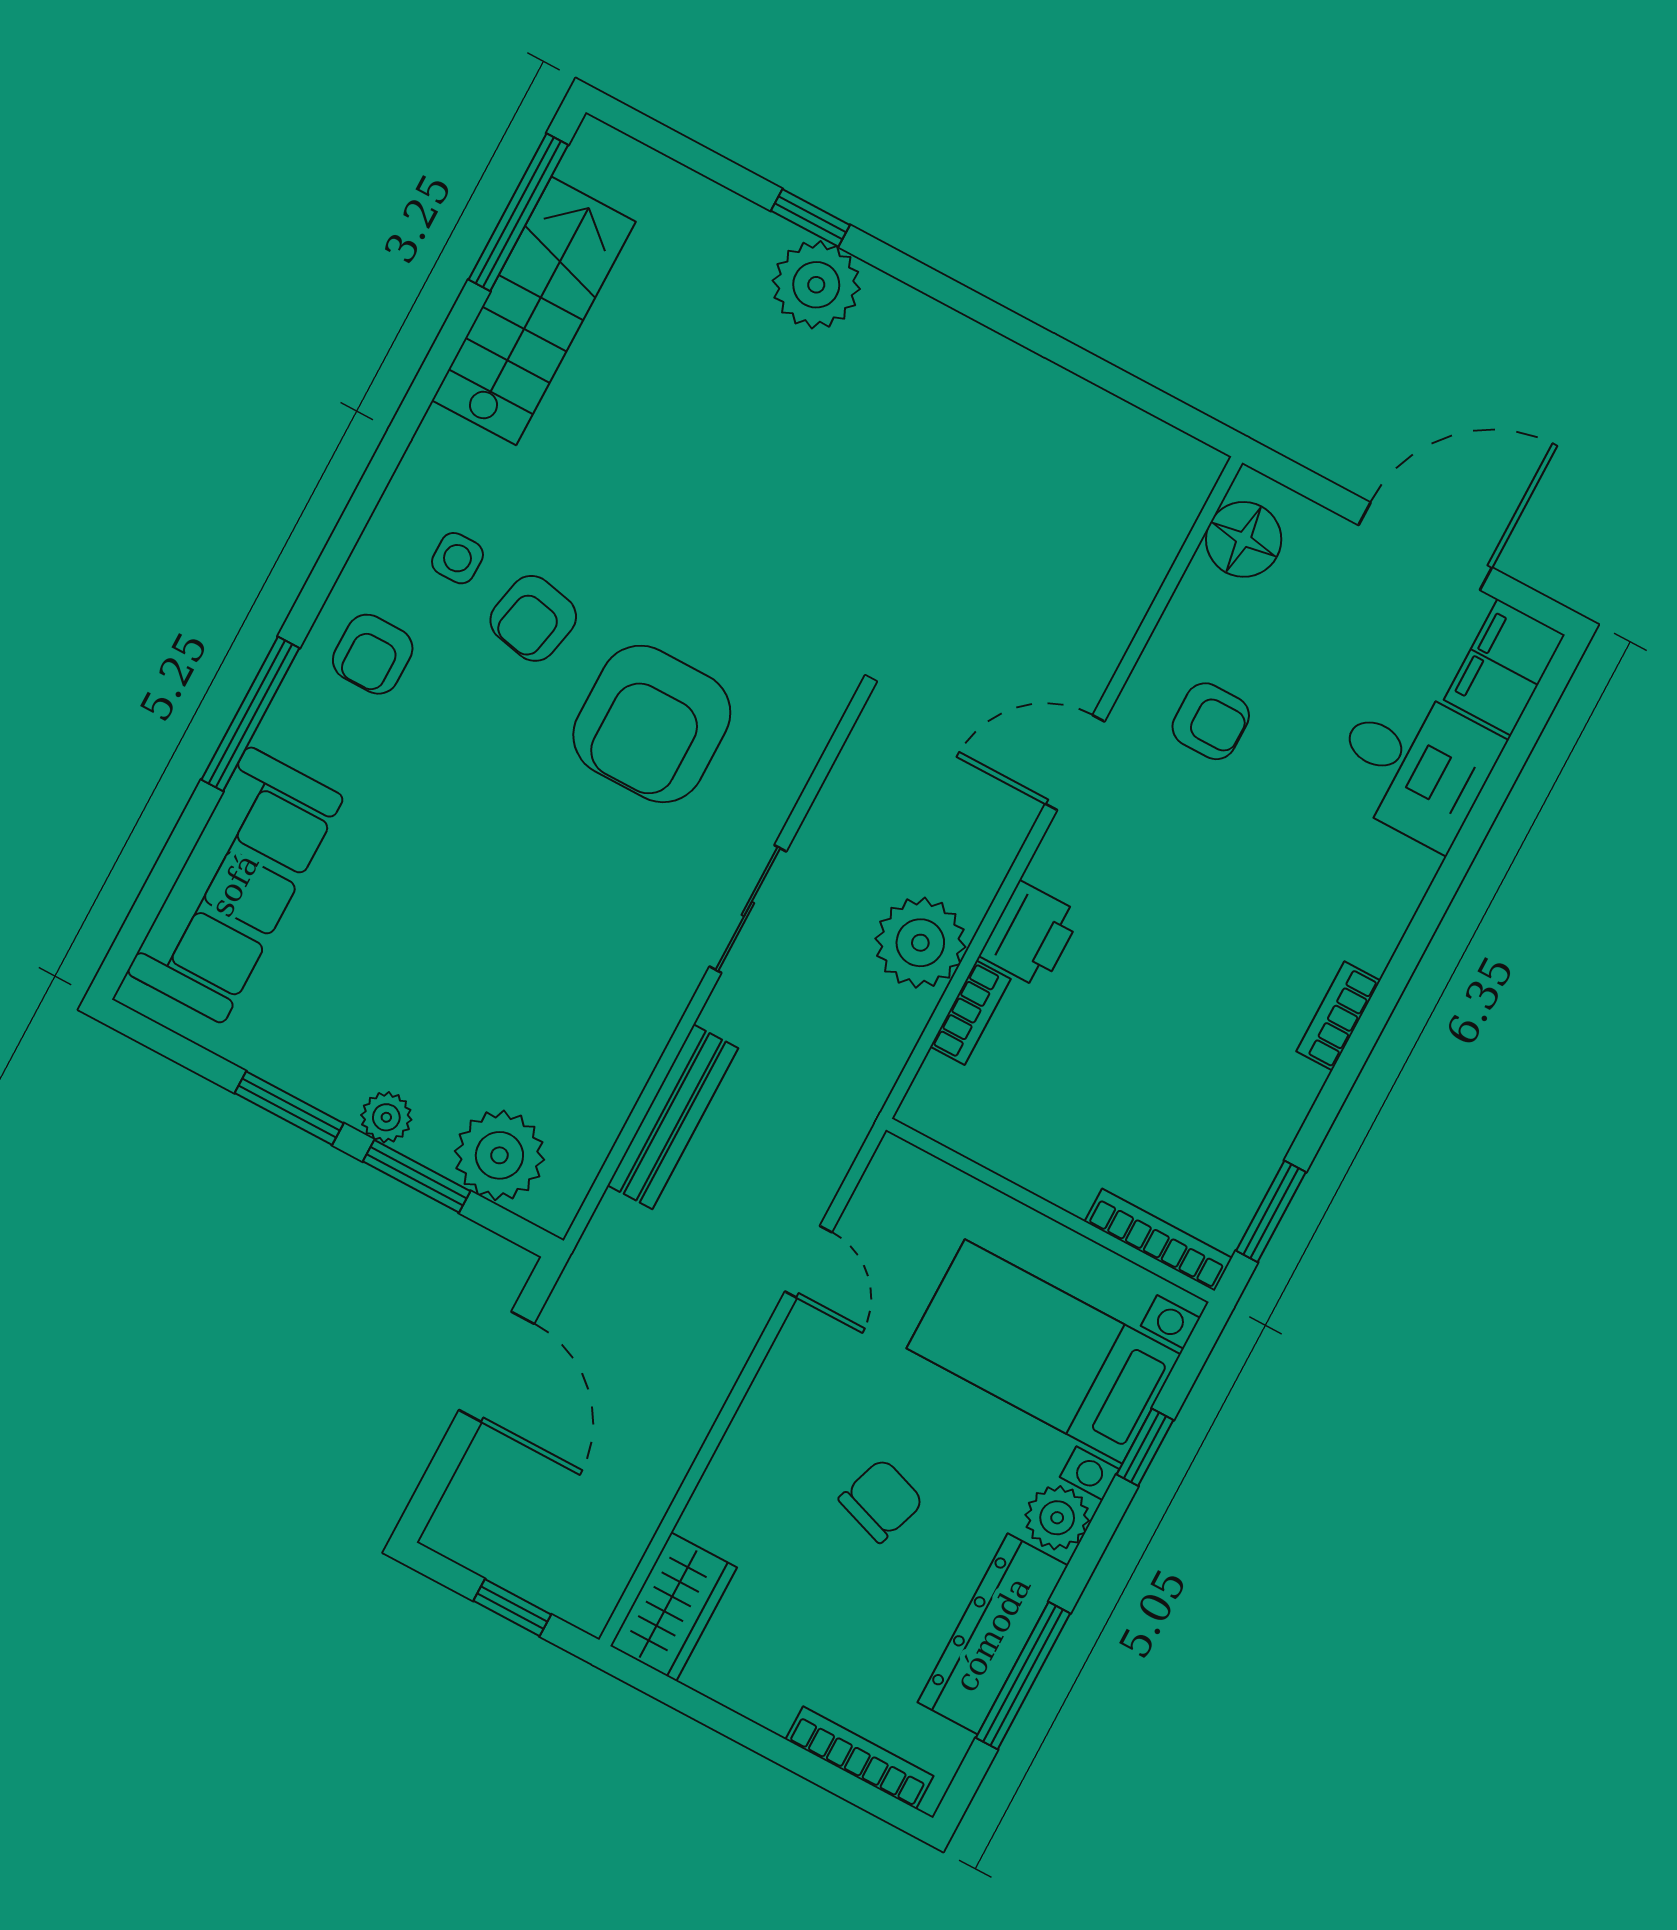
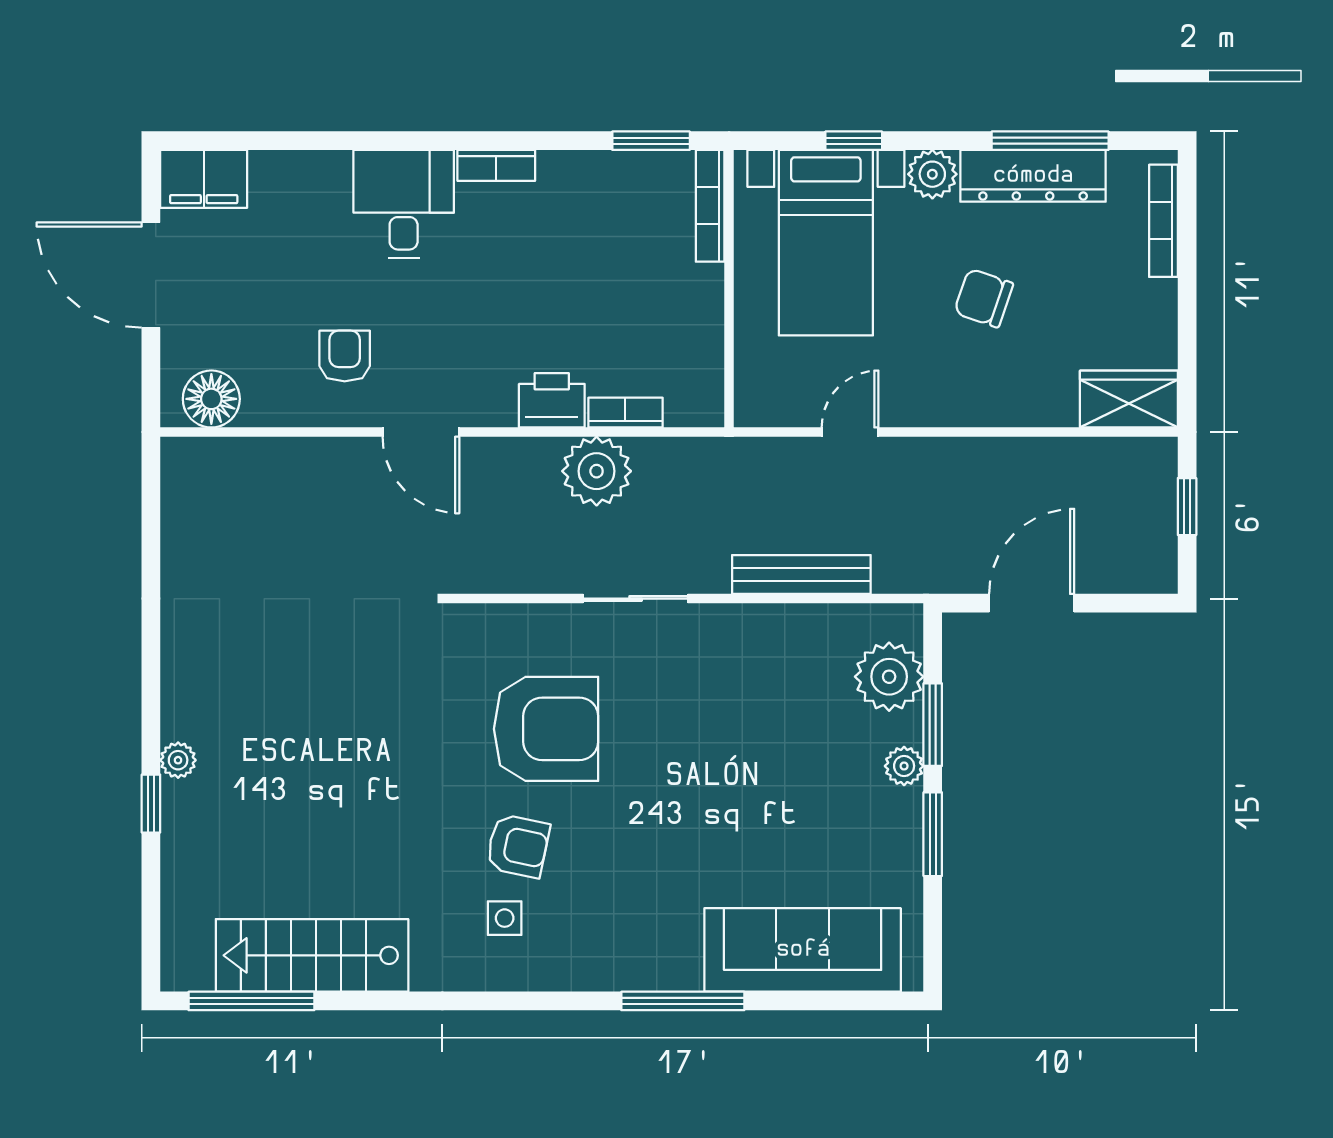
plant: (816, 285) -> (178, 760), width x0.53, depth x0.53
armchair: (373, 654) -> (599, 941), removed
desk: (1415, 765) -> (404, 204), moved

